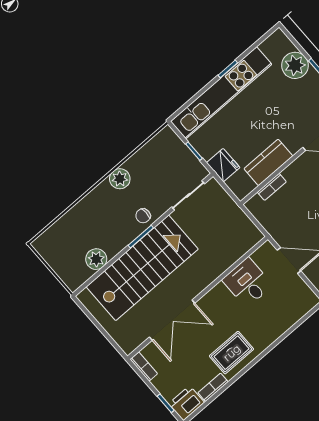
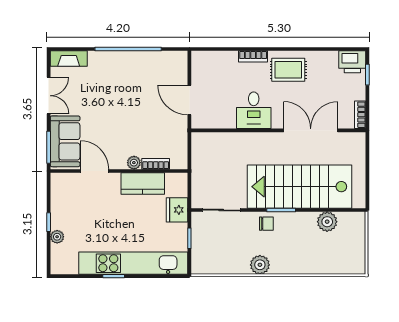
plant: (295, 65) -> (57, 237), width x0.53, depth x0.53
plant: (290, 173) -> (134, 163), added
desk: (247, 283) -> (254, 110), moved
bookcase: (213, 387) -> (253, 56), moved

